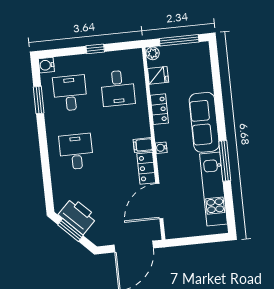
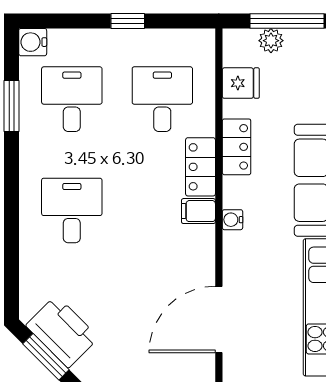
plant: (153, 53) -> (271, 41), moved
desk: (118, 88) -> (162, 99), turned 180
locker: (146, 168) -> (201, 167), moved

